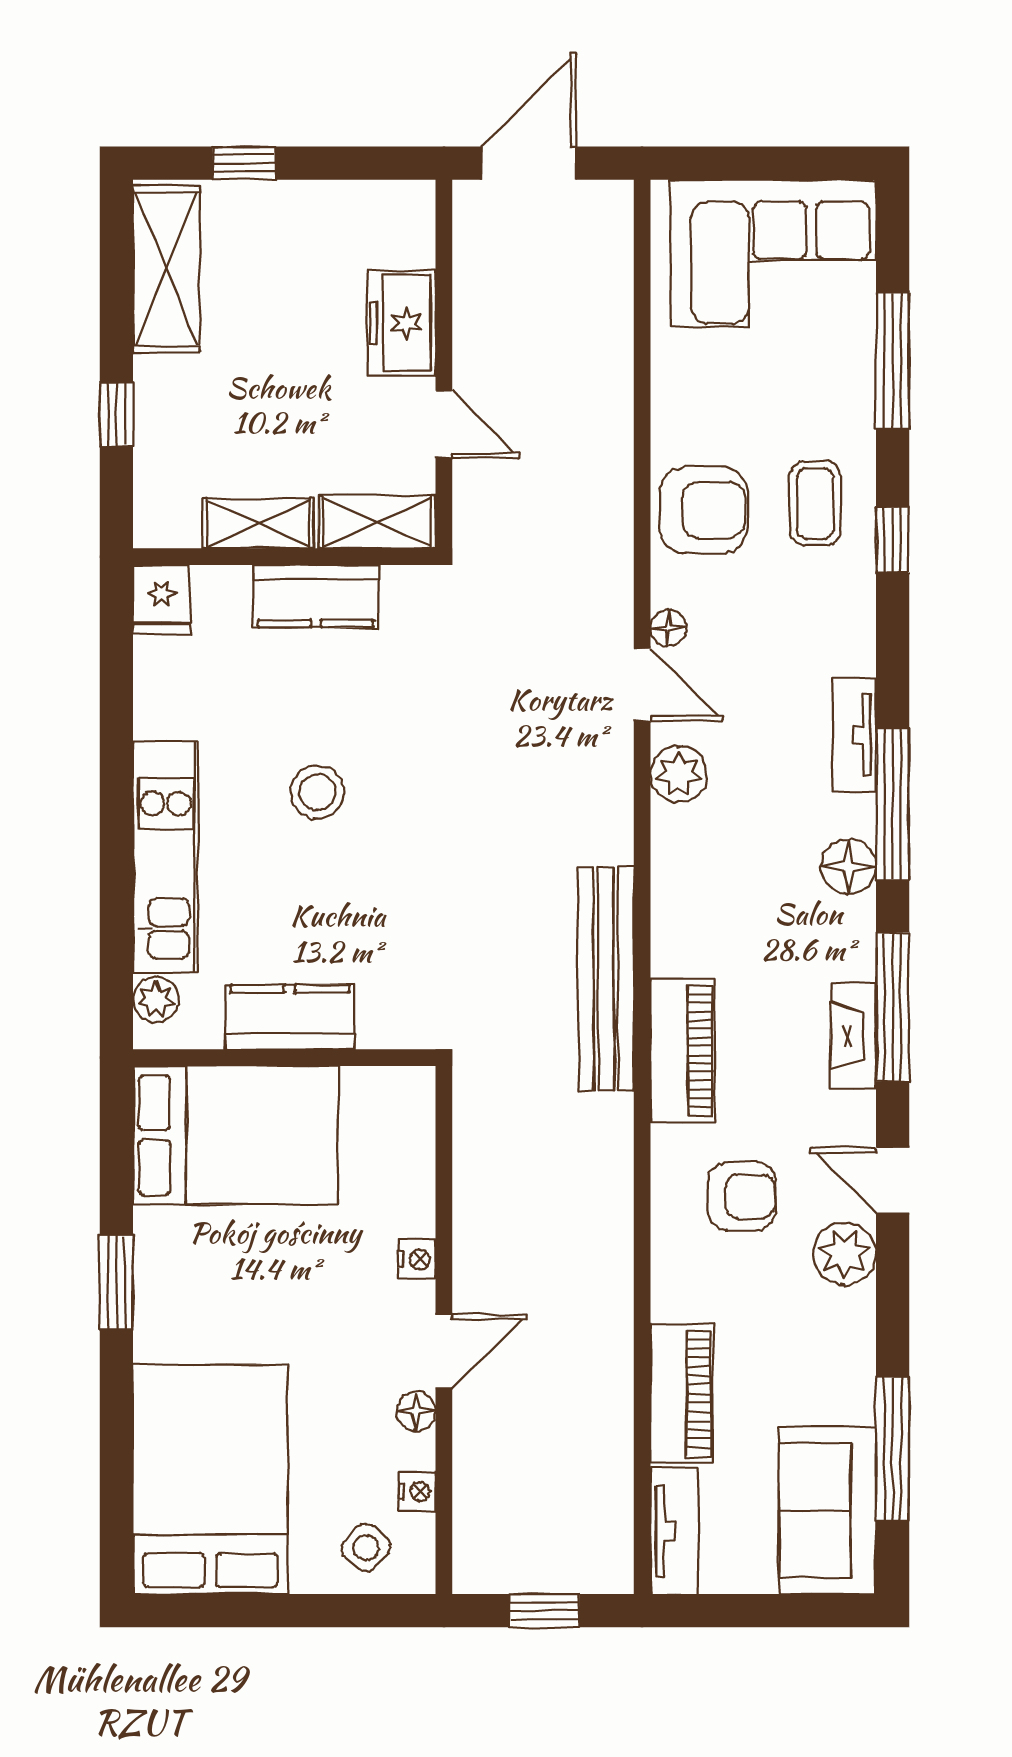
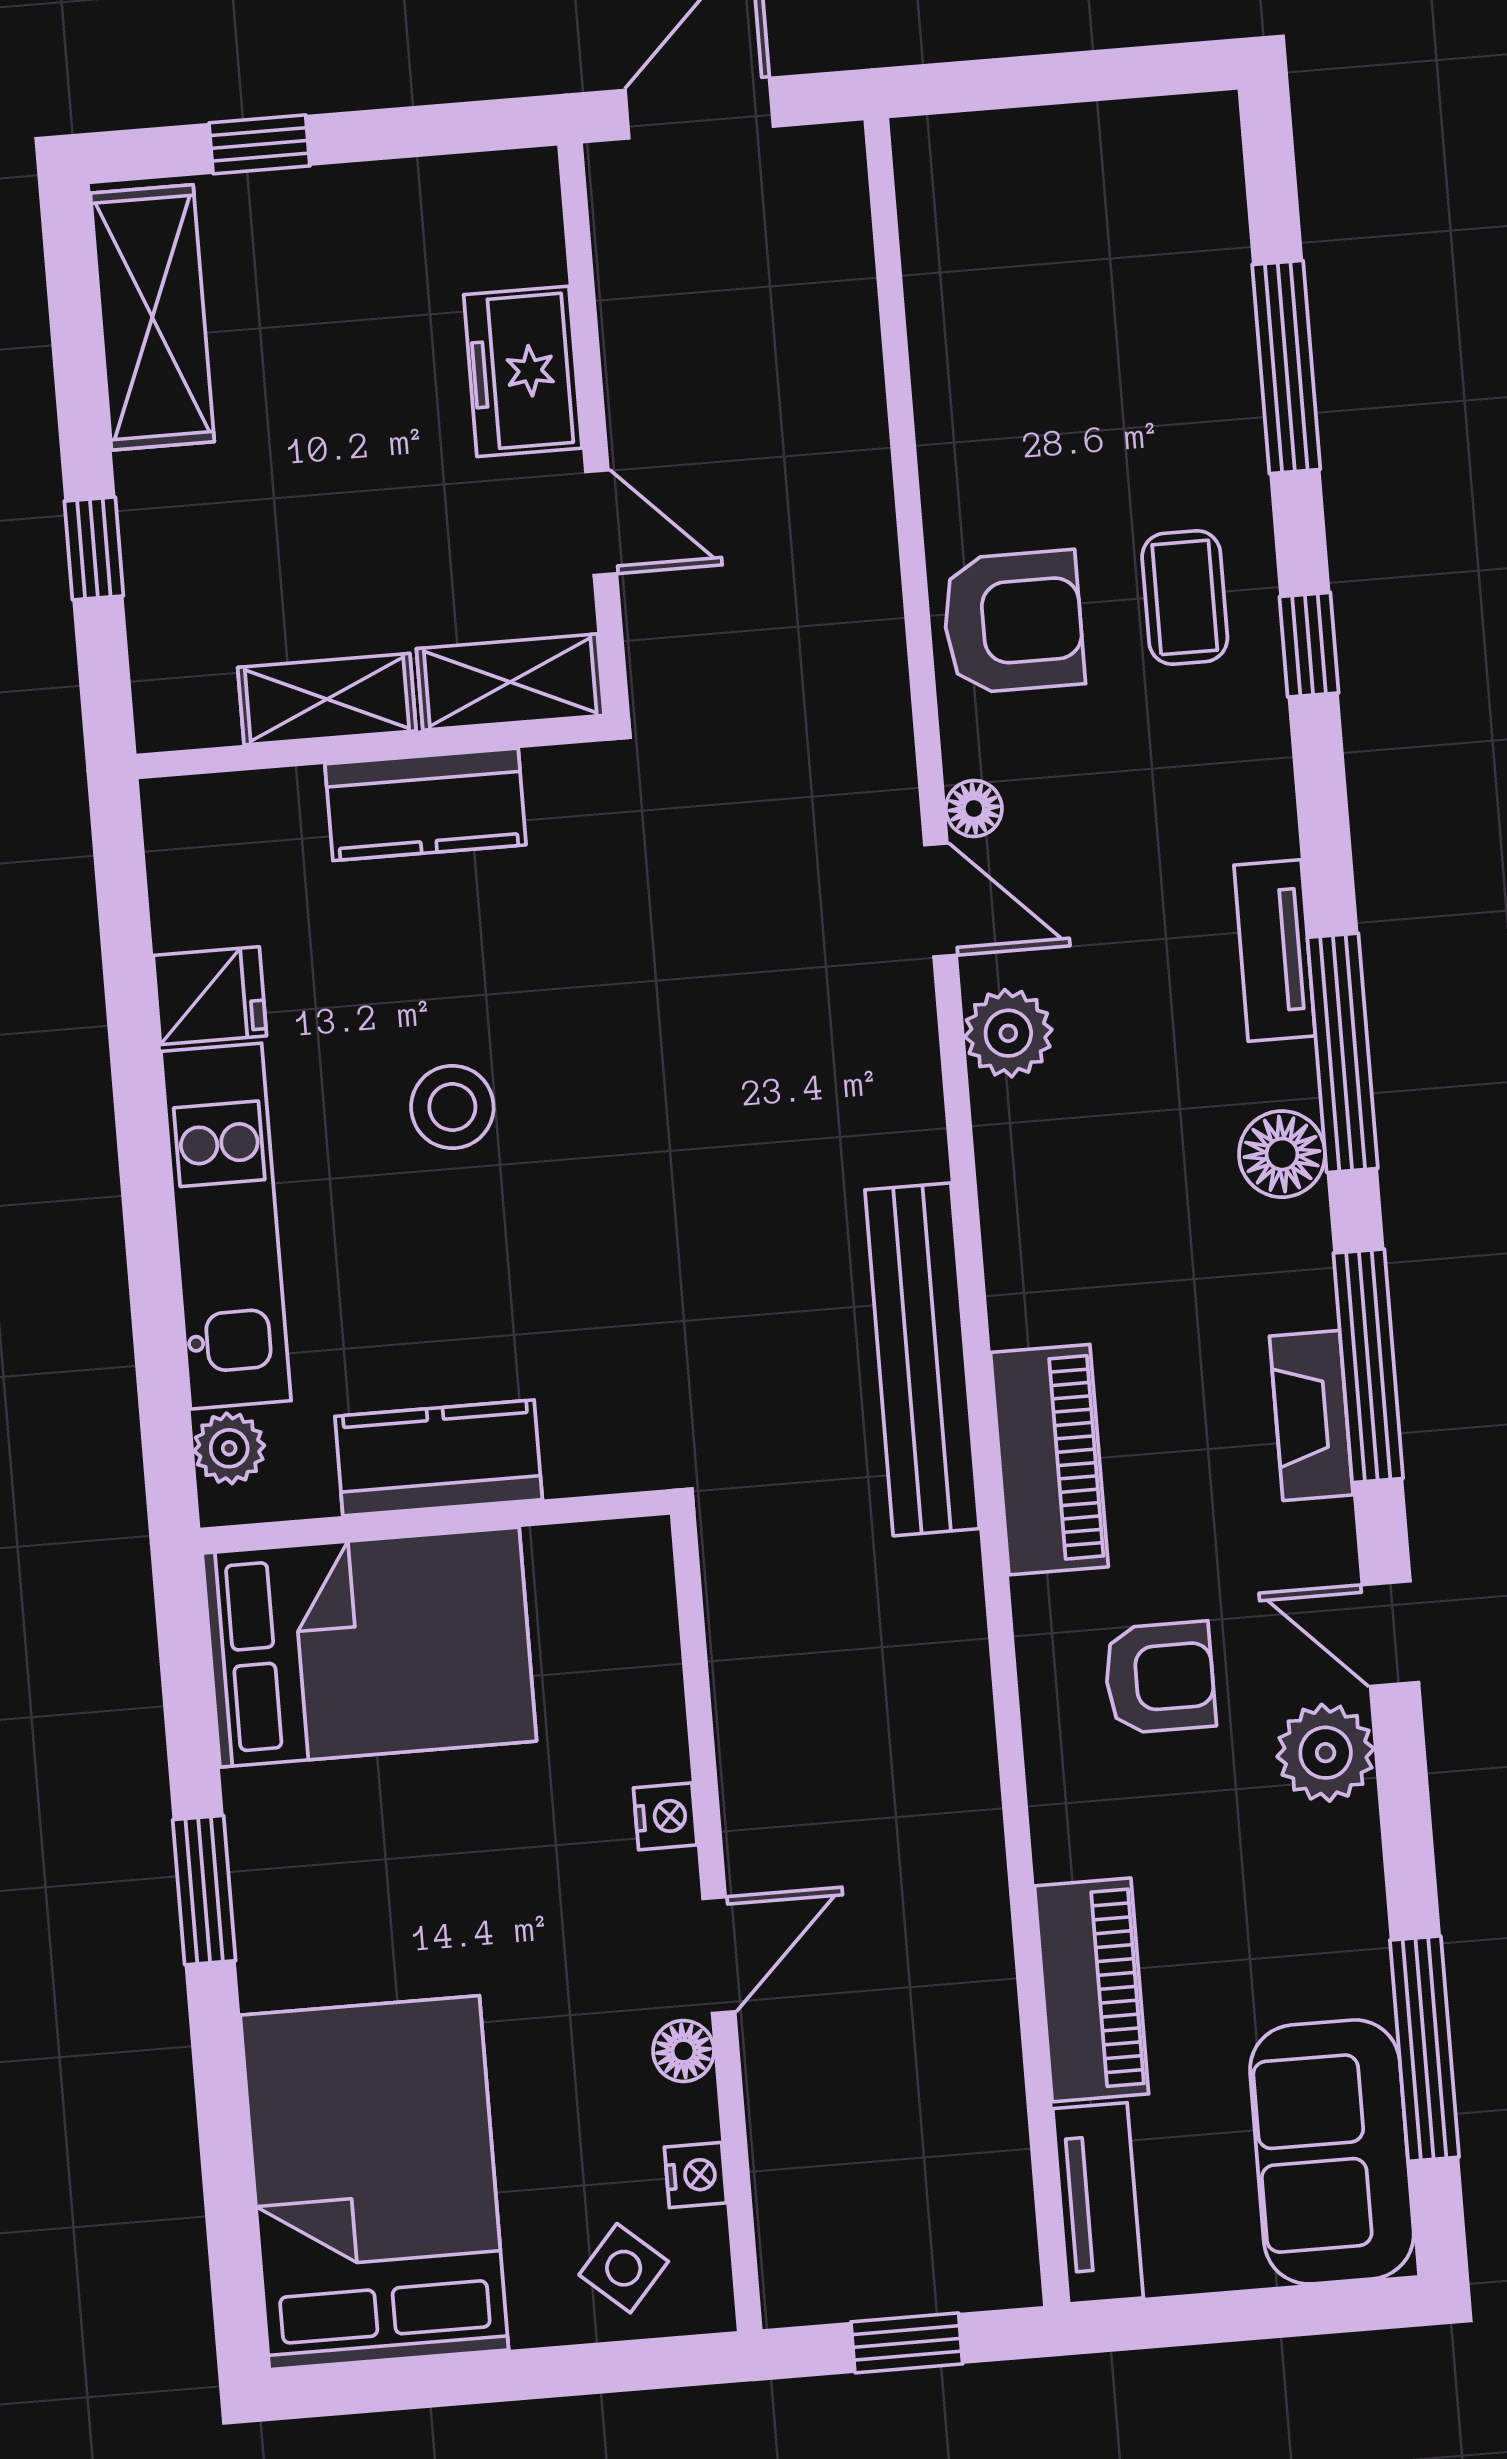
corner sofa: (773, 253) -> (1088, 216), removed
fridge: (162, 599) -> (210, 996), moved, turned -90

